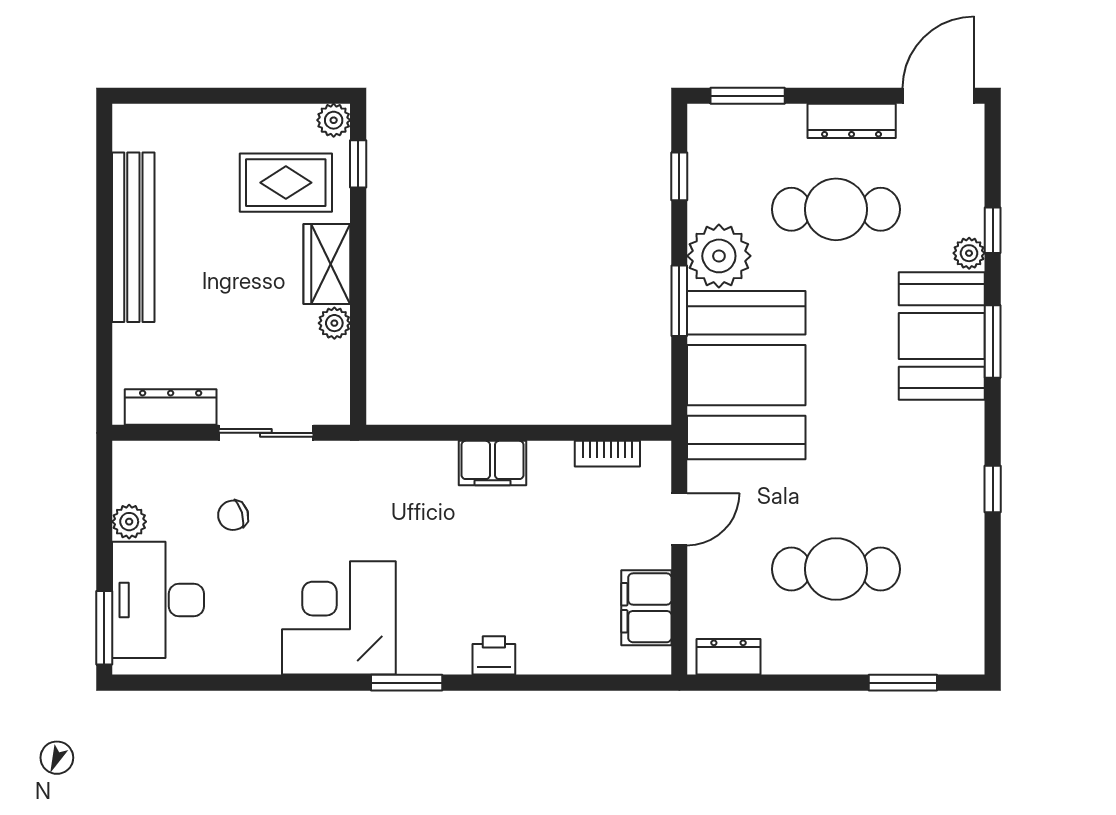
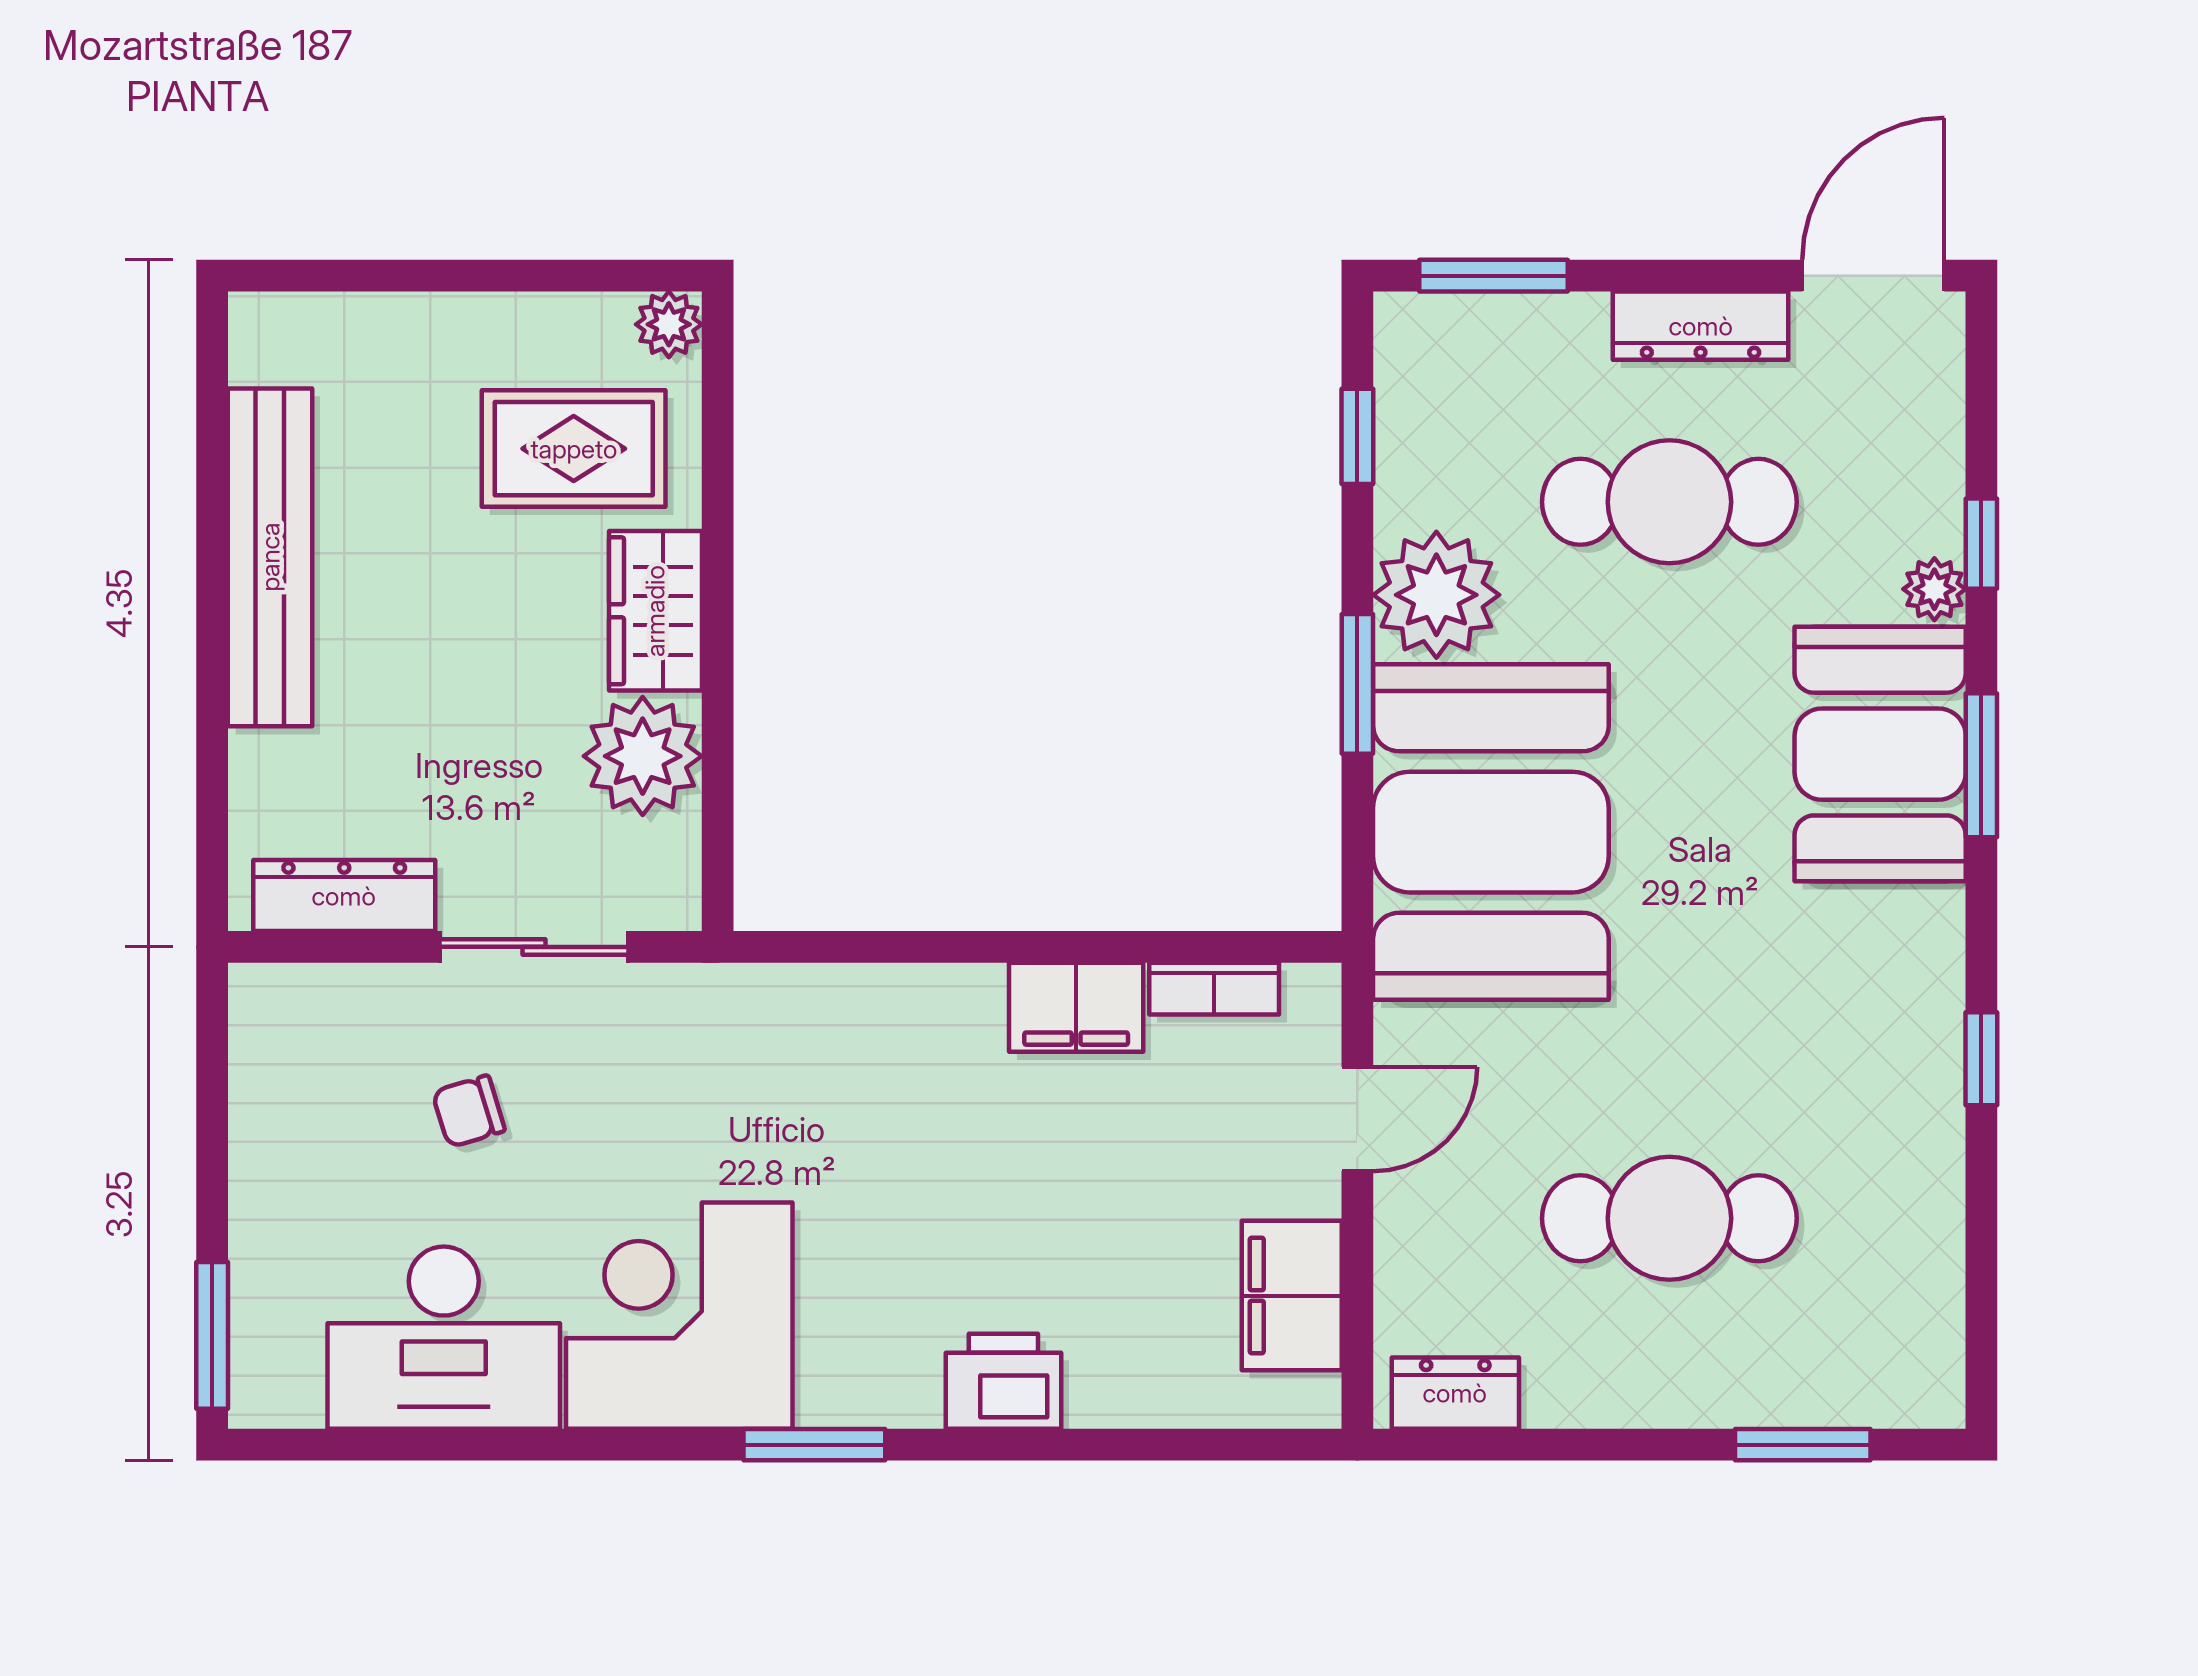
window: (358, 164) -> (718, 411), removed
plant: (334, 323) -> (643, 756), width x1.87, depth x1.87
filing cabinet: (492, 463) -> (1076, 1007), moved
plant: (129, 522) -> (262, 1124), removed
desk: (158, 600) -> (444, 1338), moved, turned -90
printer: (494, 655) -> (1003, 1381), width x1.36, depth x1.24

